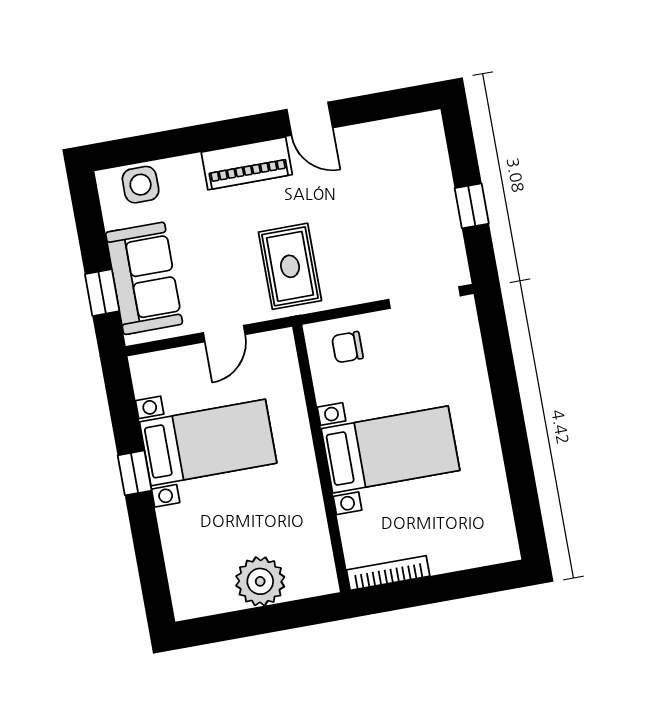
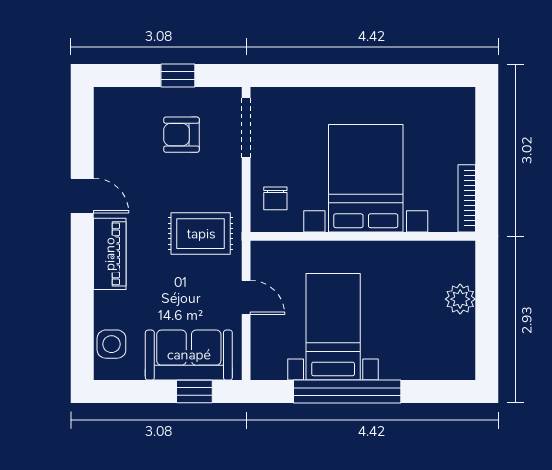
door: (310, 119) -> (82, 196), hinge flipped
armchair: (403, 223) -> (181, 135), added
bed with nightstands: (390, 449) -> (366, 178), width x1.36
window: (135, 473) -> (347, 392), width x3.17
plant: (260, 581) -> (460, 299), width x0.73, depth x0.73

